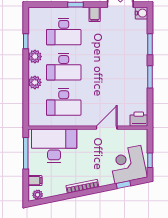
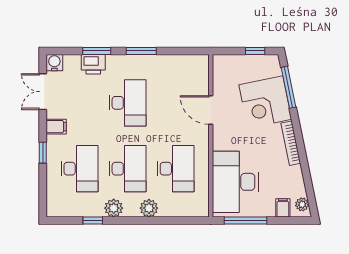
desk: (112, 67) -> (128, 103), added
printer: (139, 119) -> (93, 64), moved, turned -90
corner desk: (128, 164) -> (265, 102), moved
window: (123, 185) -> (288, 87), width x2.17

